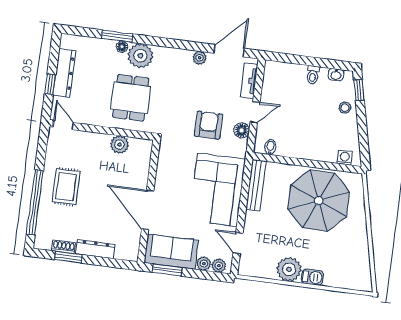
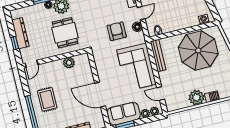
door: (63, 125) -> (32, 64), swing flipped

